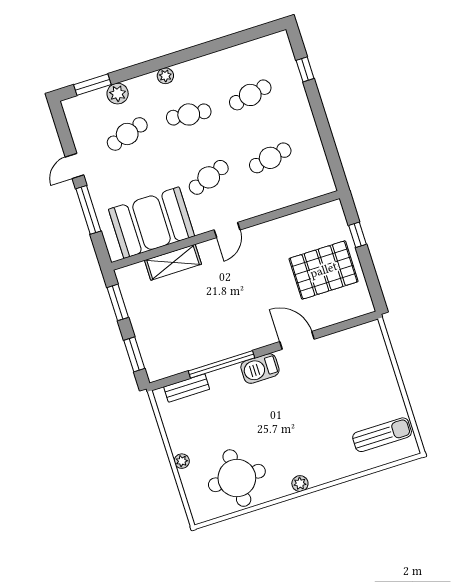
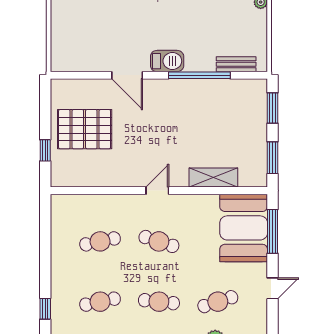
cafe table: (209, 177) -> (159, 241), turned 39
window: (88, 210) -> (273, 231), moved
booth: (151, 223) -> (244, 228), moved, turned 90

